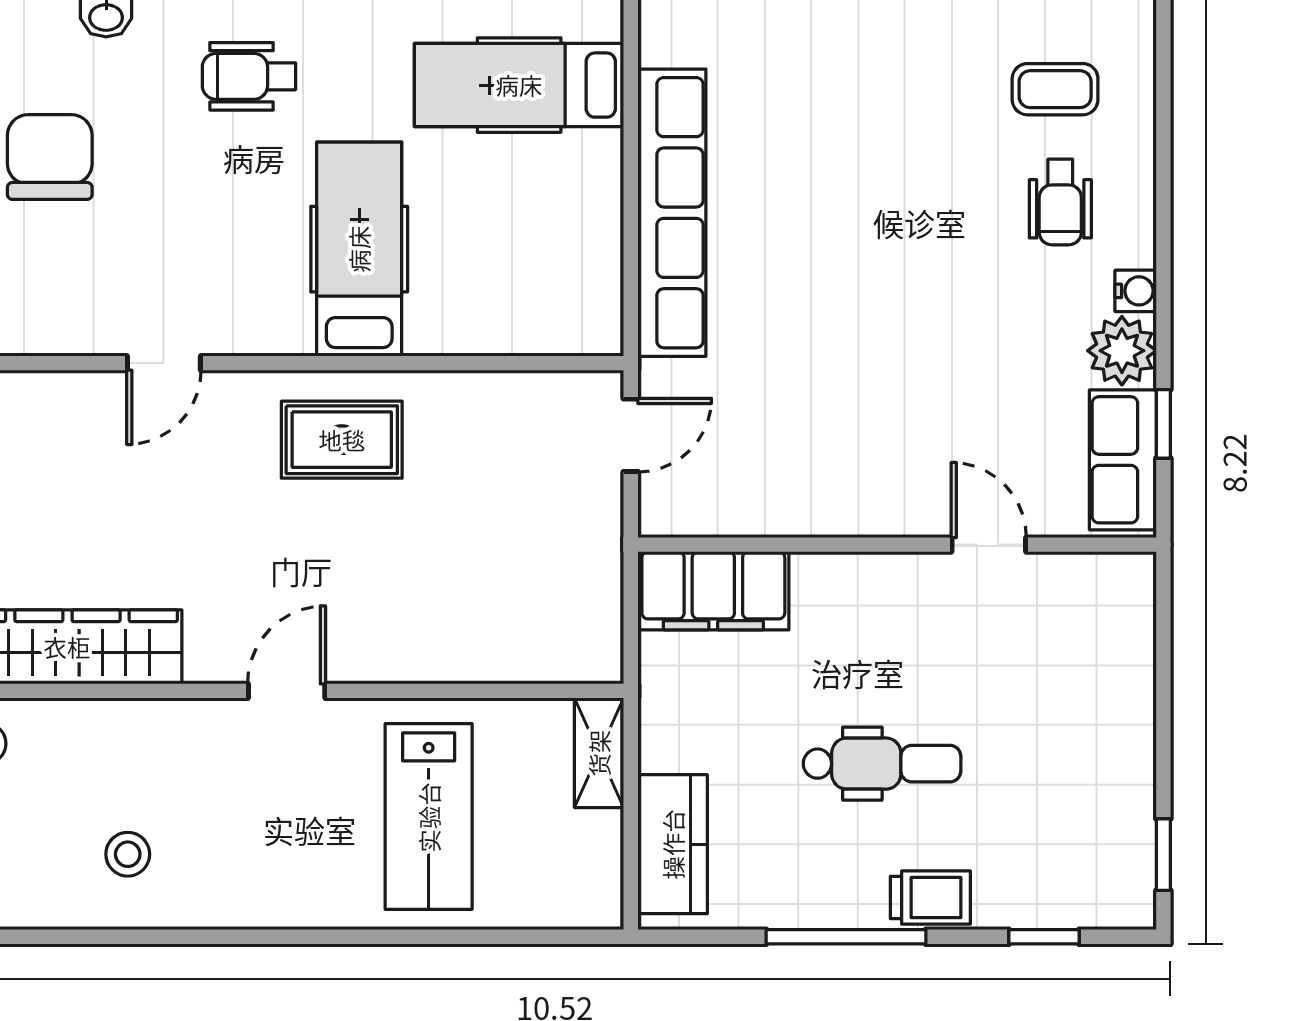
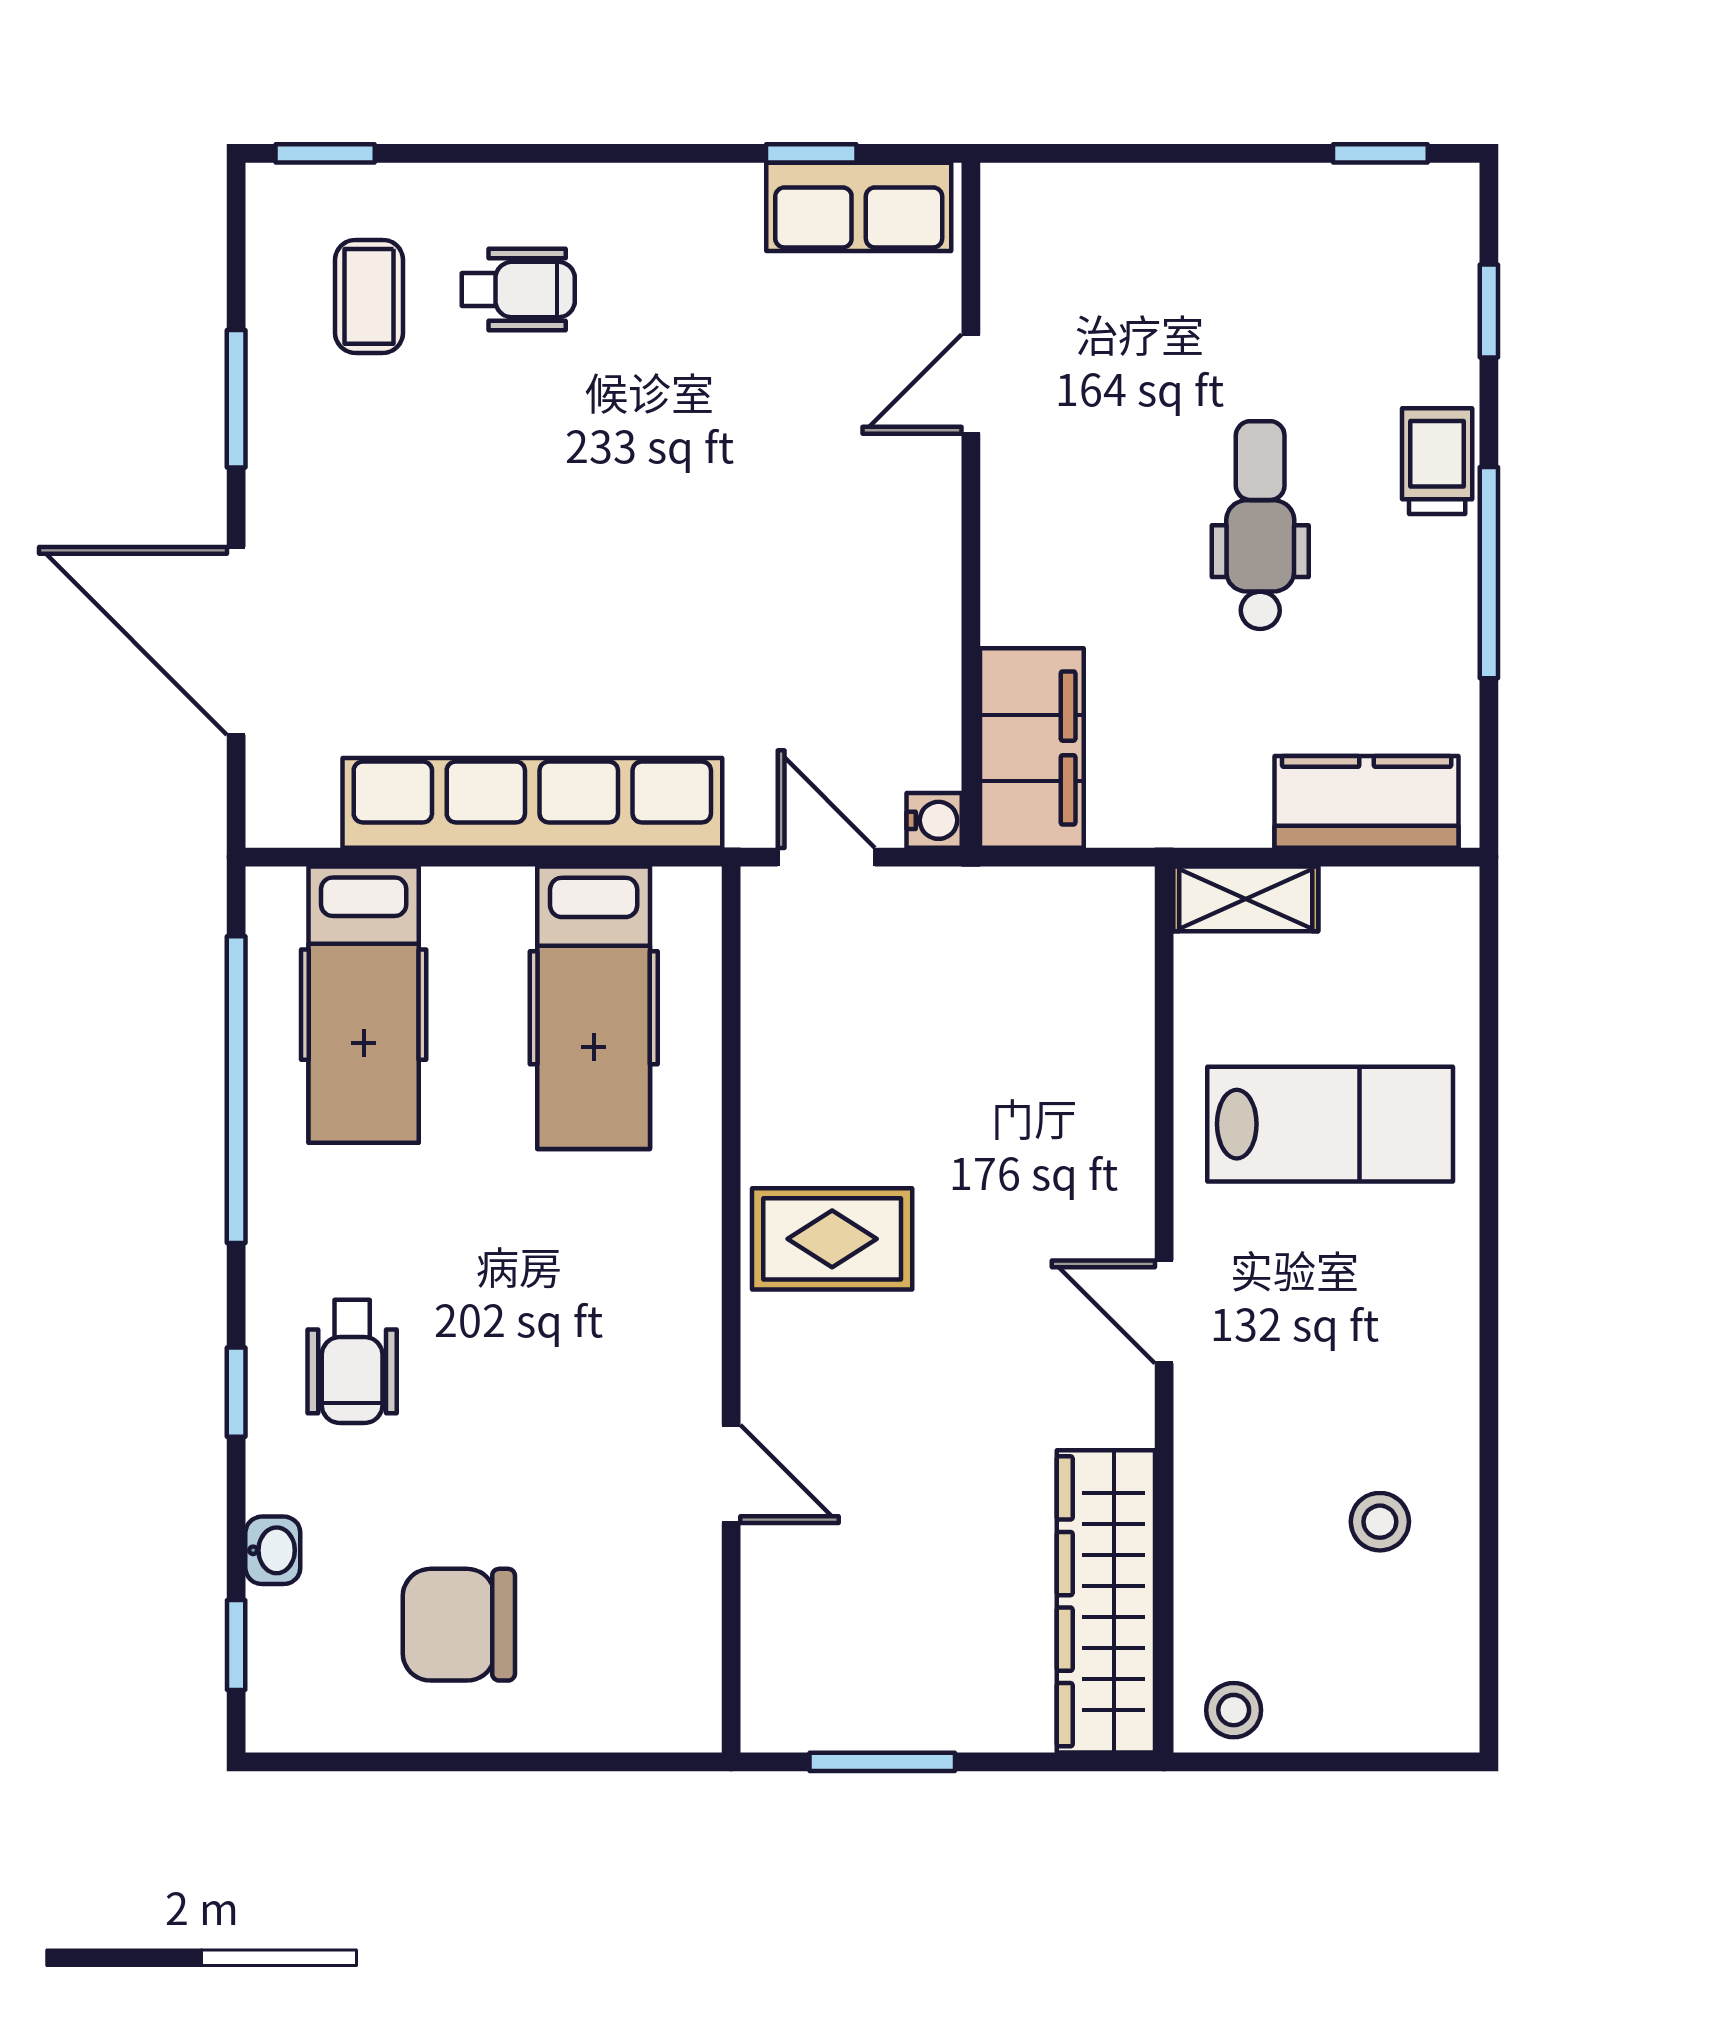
window: (1163, 56) -> (325, 153), added
hospital bed: (359, 249) -> (594, 1008), moved, turned -90
water cooler: (1136, 291) -> (934, 820), moved, turned 90
plant: (1122, 351) -> (715, 208), removed
rug: (342, 440) -> (832, 1239), turned 90

